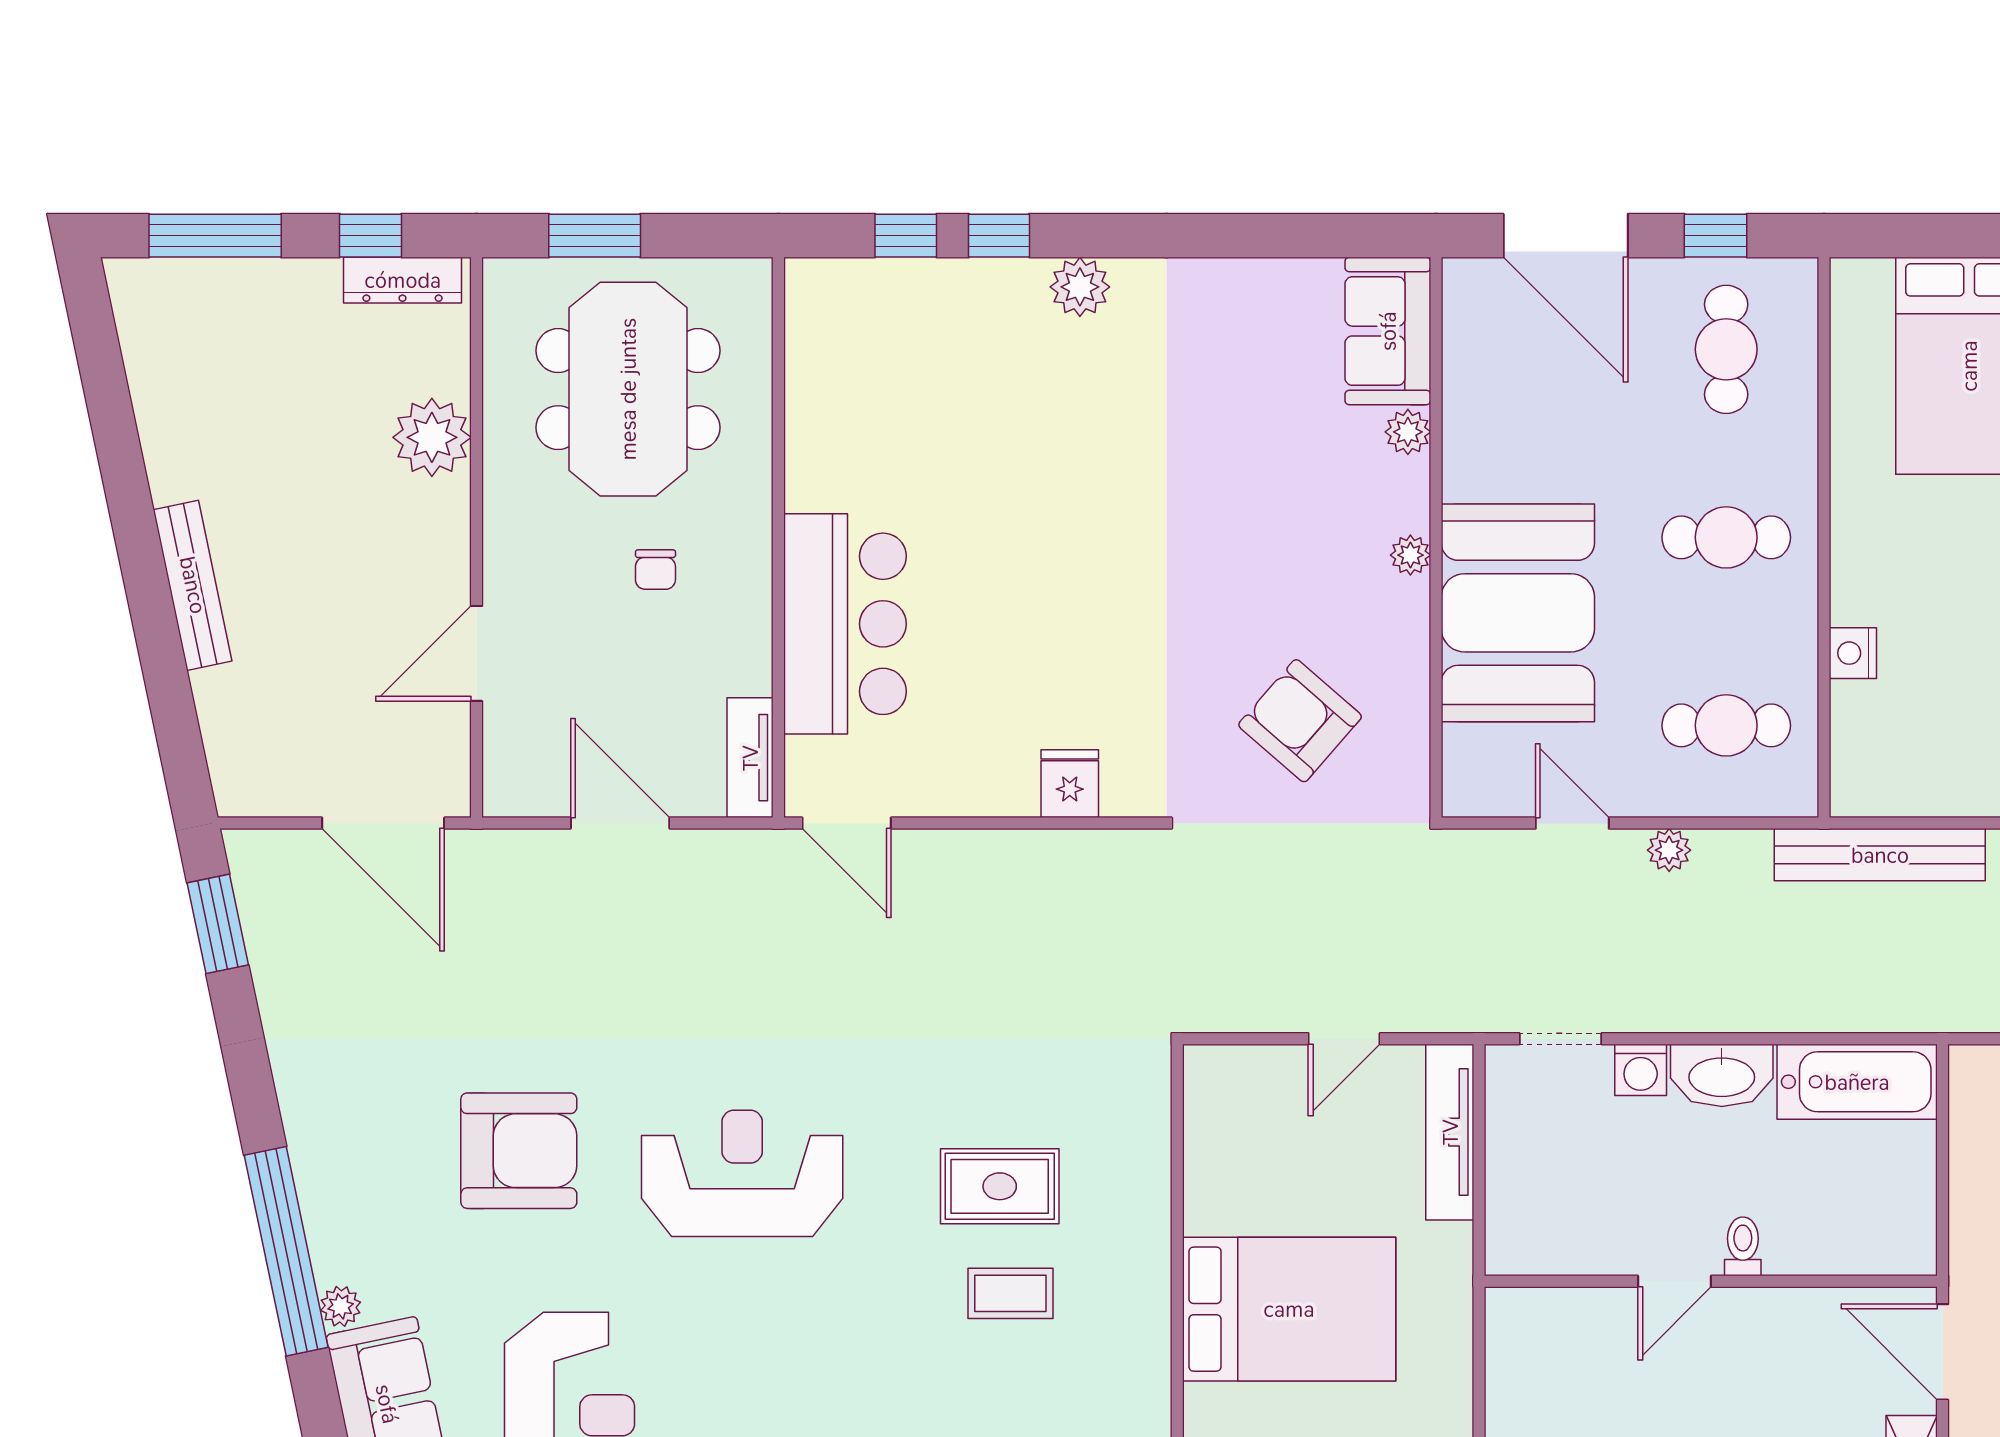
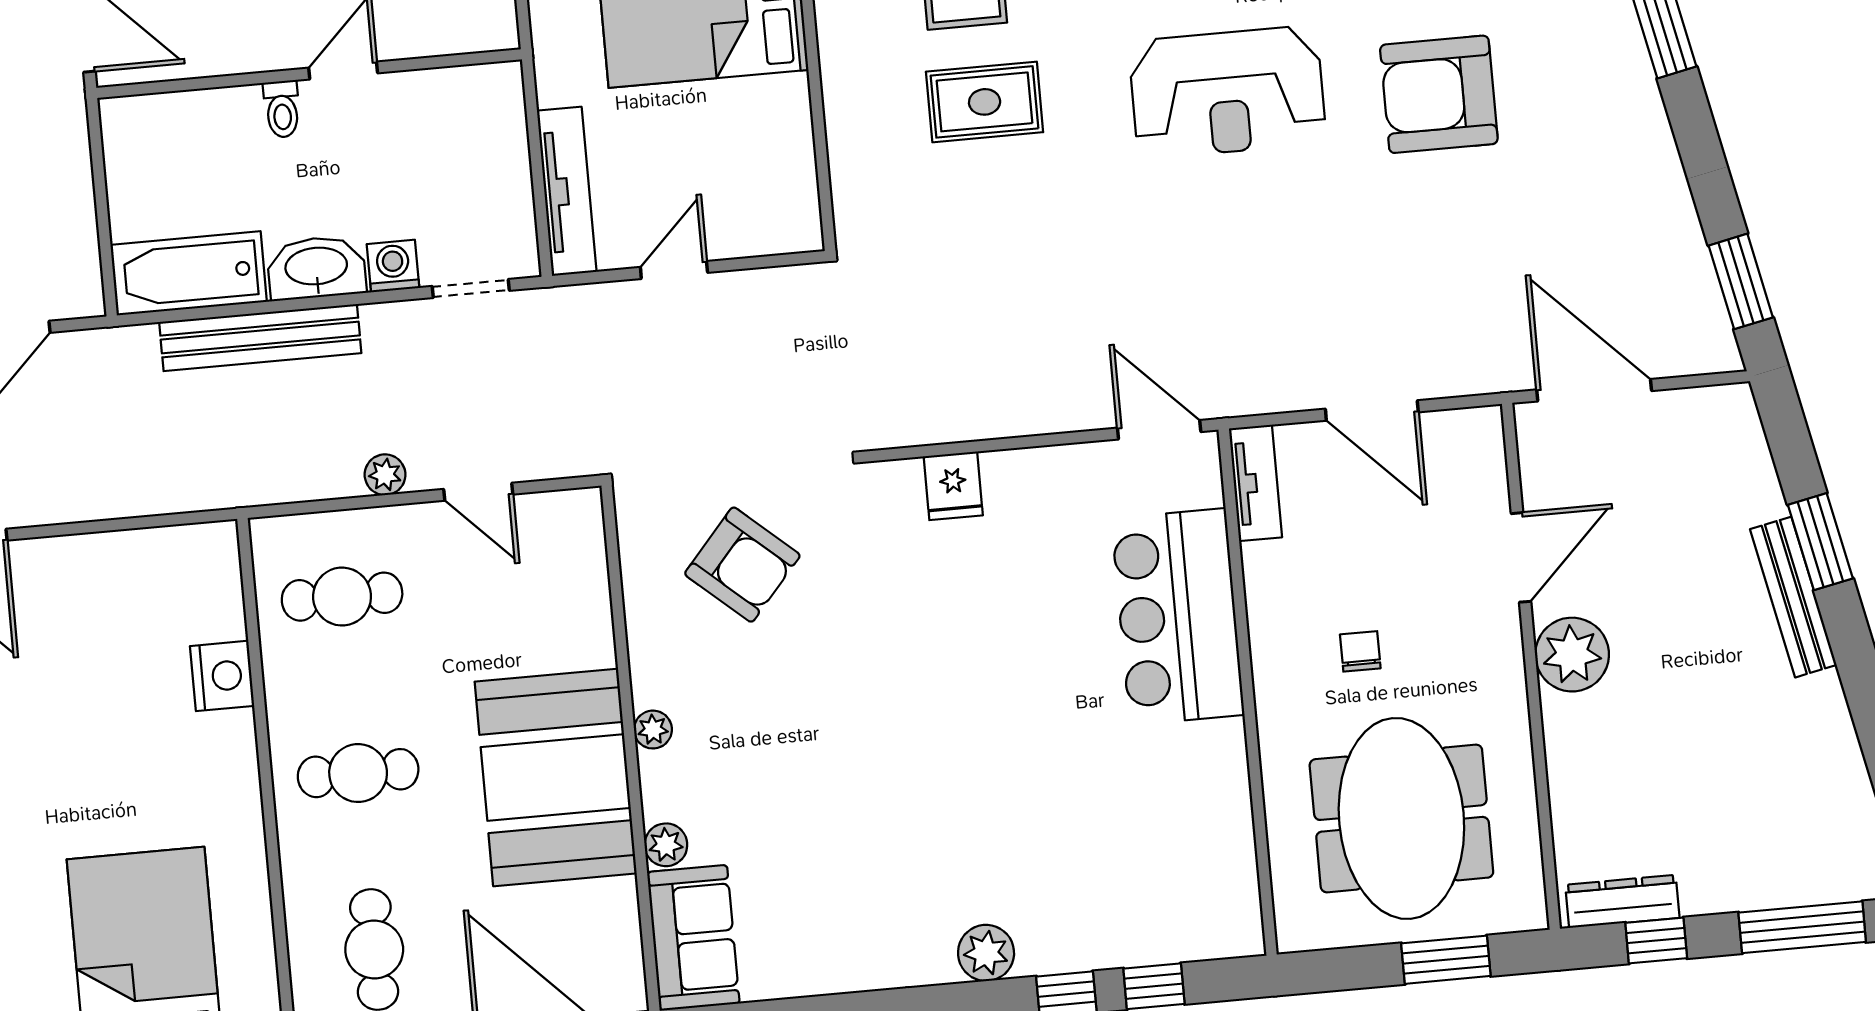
plant: (432, 437) -> (1572, 655), moved
booth: (1518, 613) -> (556, 777), moved
window: (159, 641) -> (1820, 542), added
nightstand: (1853, 653) -> (222, 676), width x1.36, depth x1.33
bench: (1880, 855) -> (260, 338), moved

